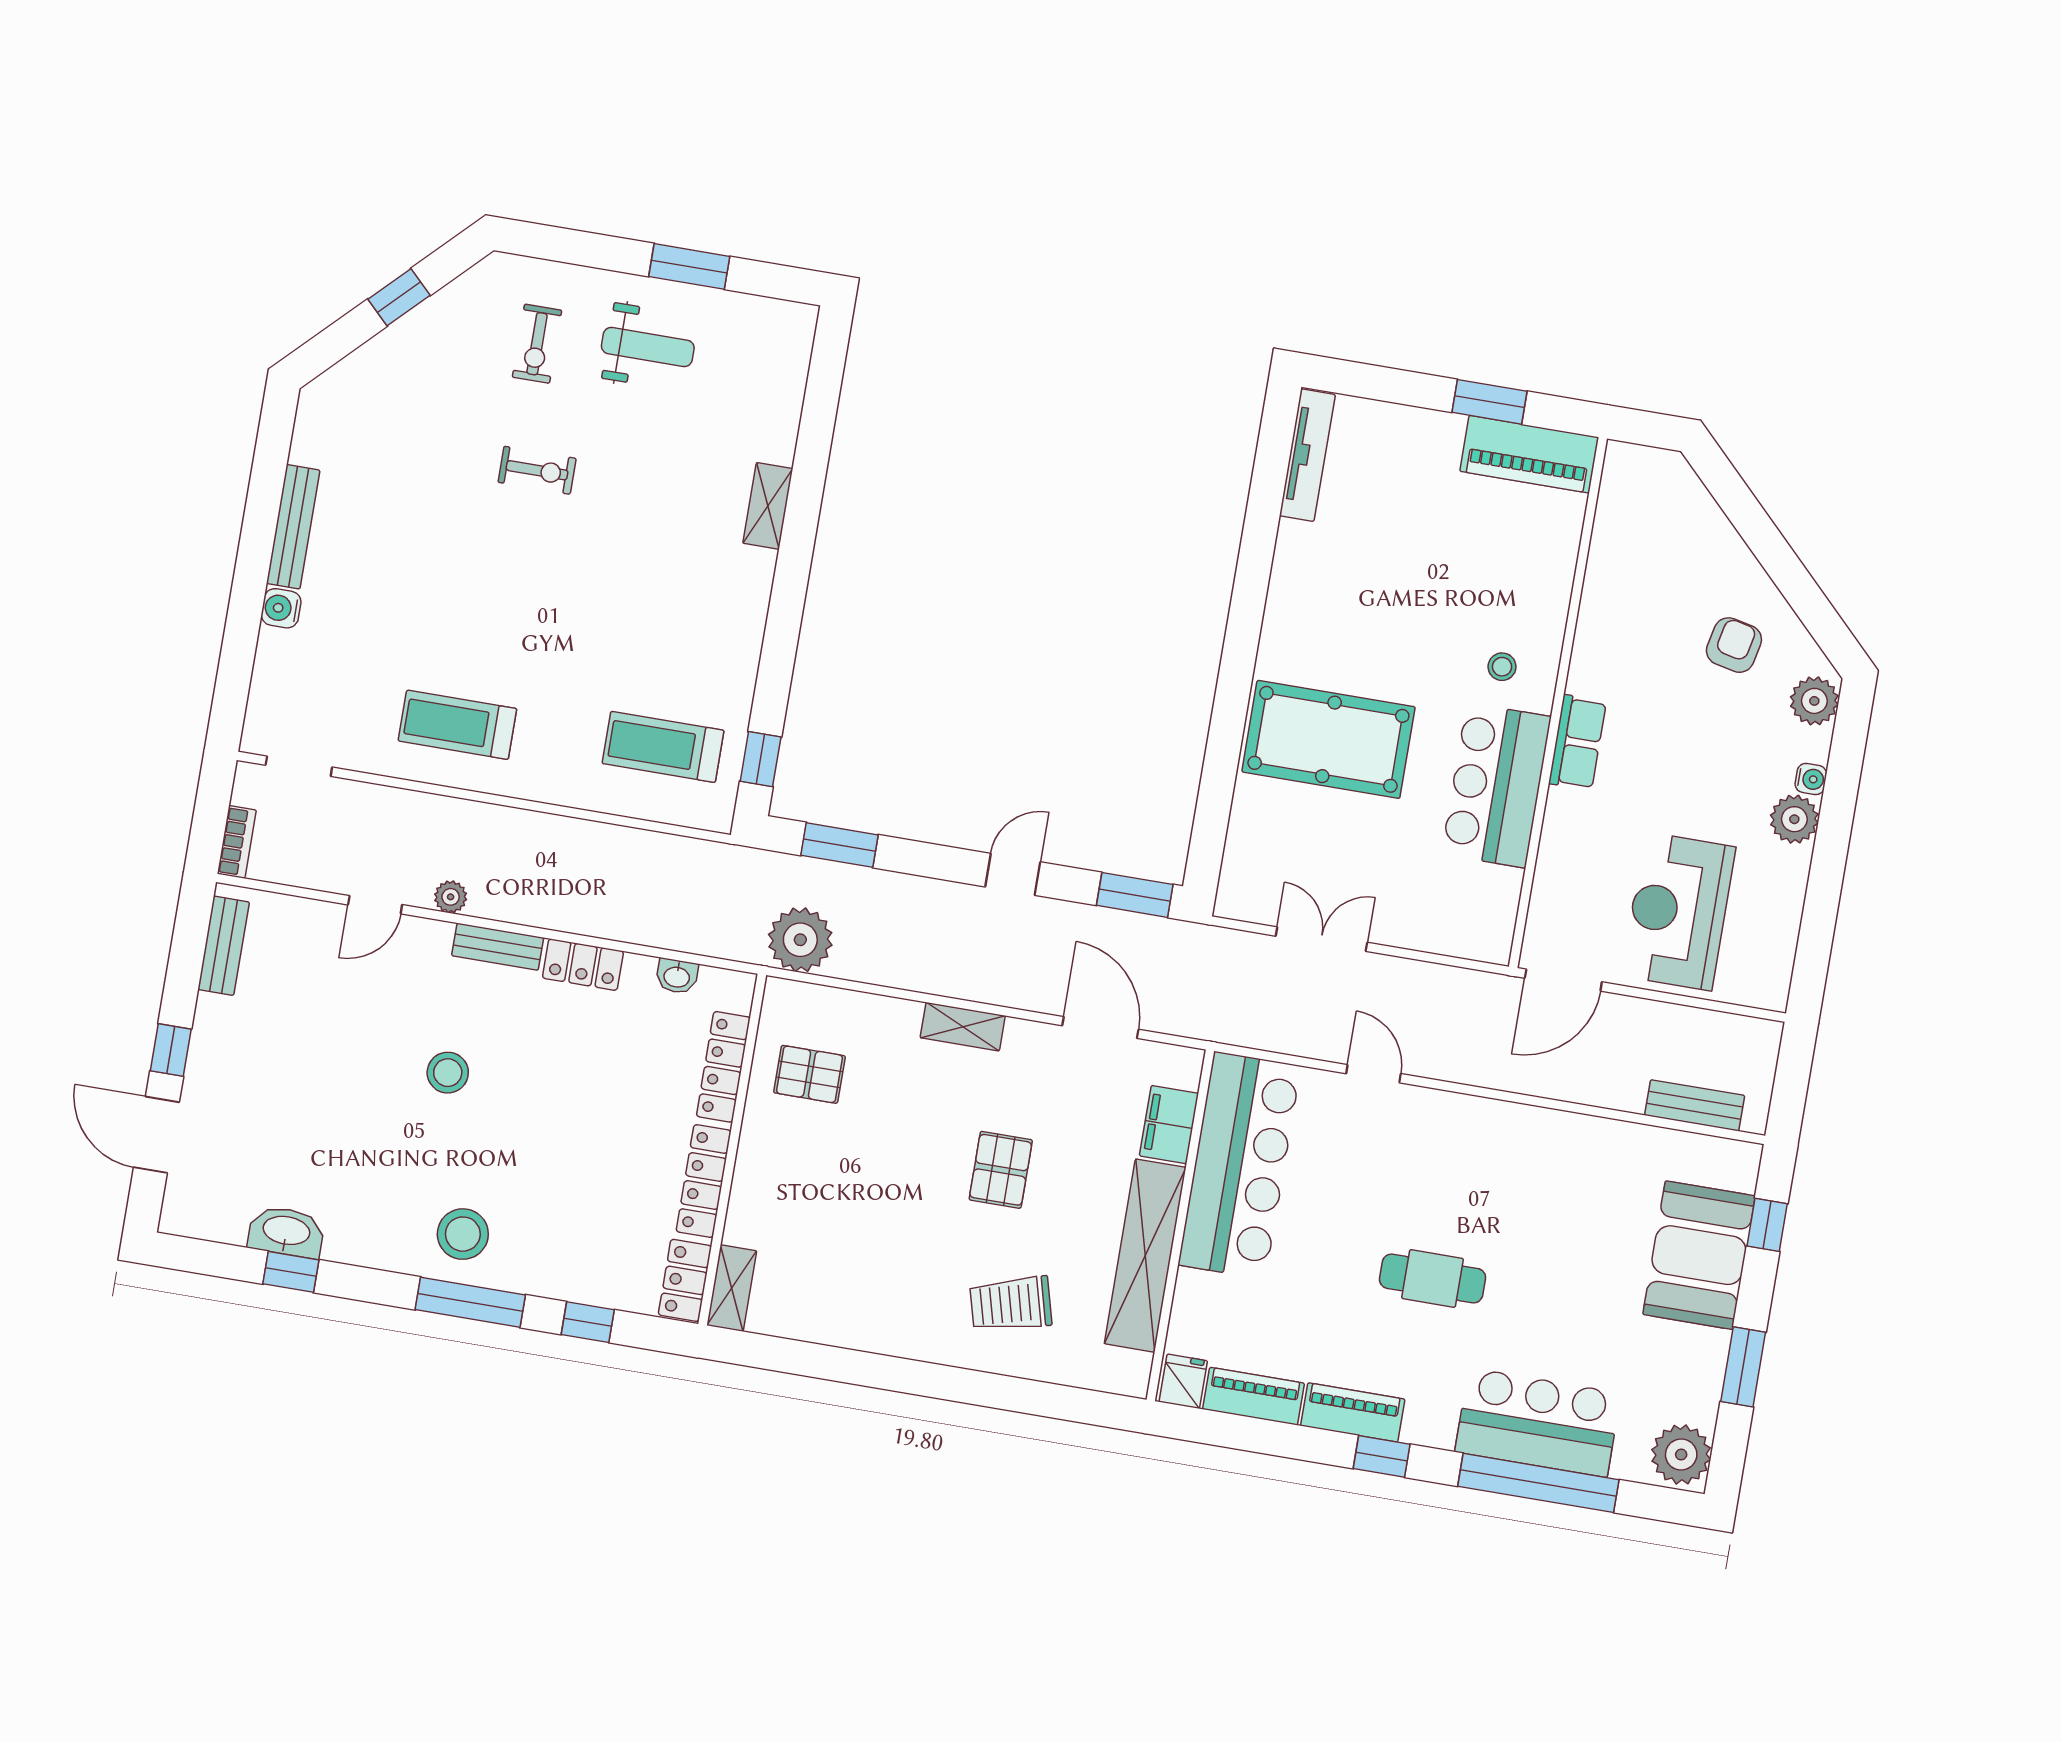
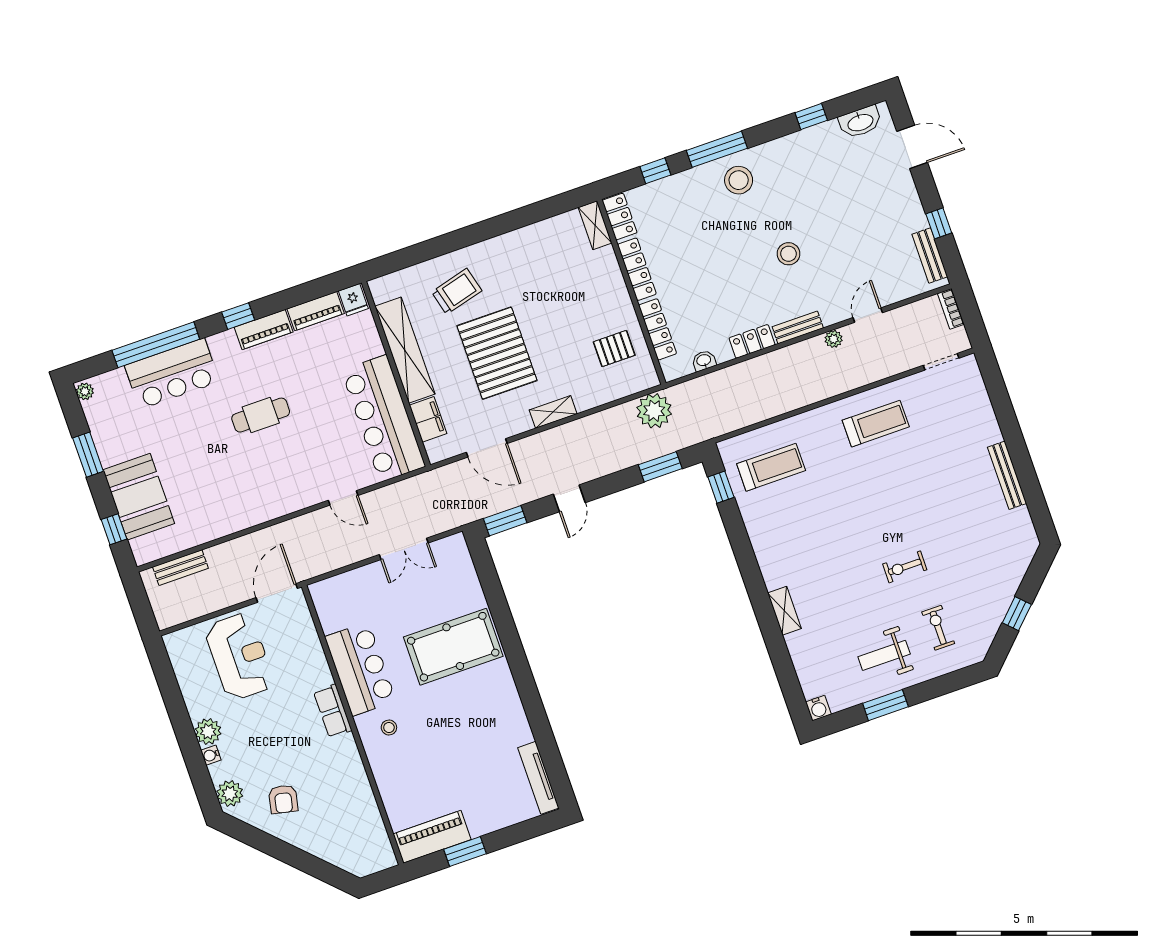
water cooler: (281, 608) -> (818, 708), moved, turned 90
window: (171, 1050) -> (939, 223), moved
pallet: (1001, 1170) -> (497, 353), width x2.05, depth x2.00
washbasin: (286, 1232) -> (860, 122), moved
plant: (1681, 1455) -> (85, 391), width x0.53, depth x0.53

